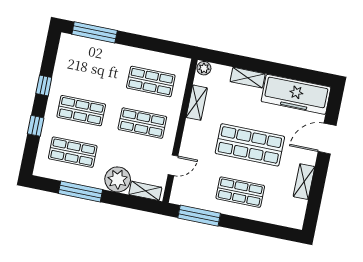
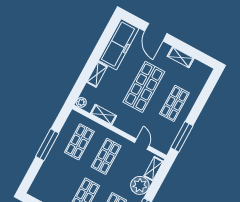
window: (95, 32) -> (47, 145), moved

